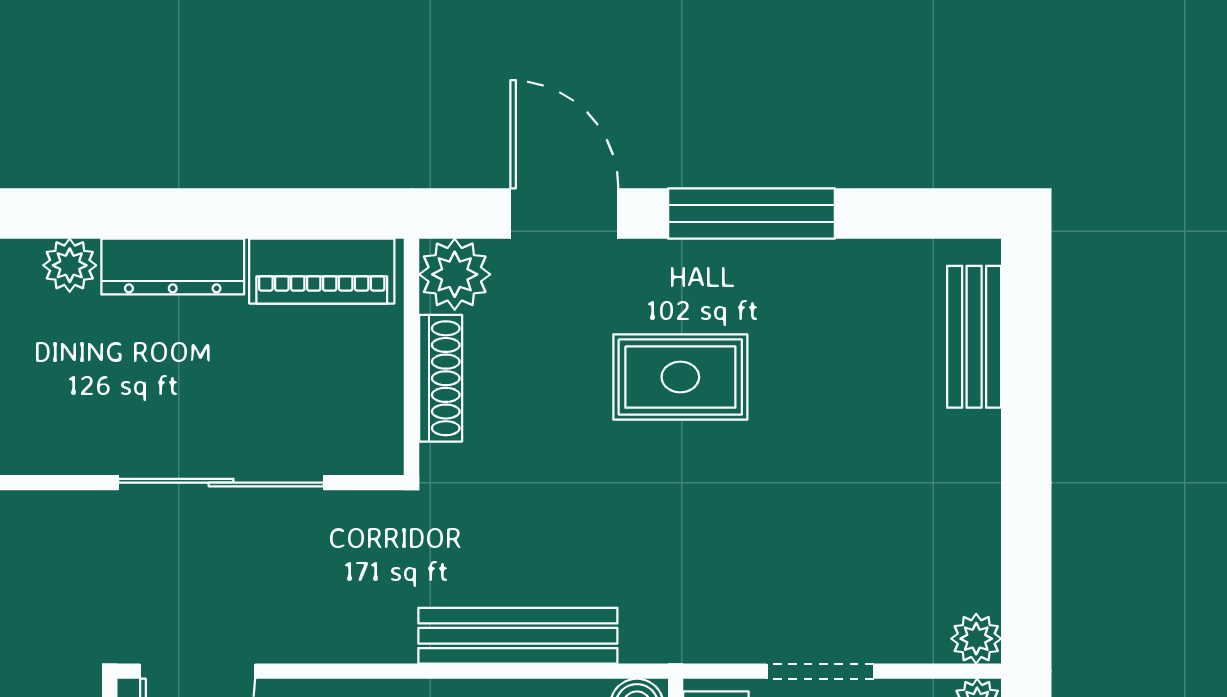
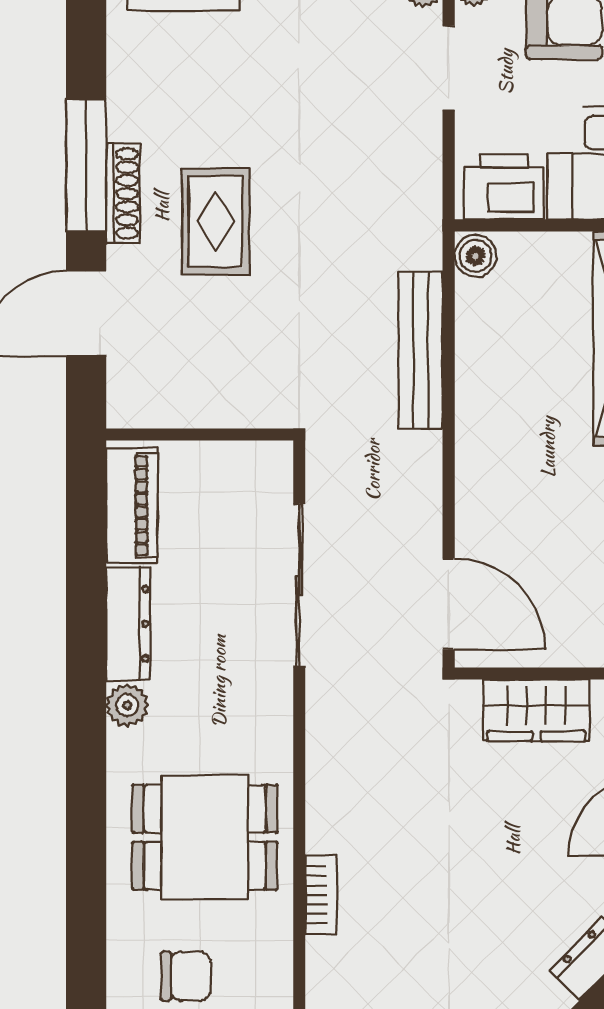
plant: (455, 274) -> (134, 400), removed
shoe rack: (441, 378) -> (123, 194), moved, turned 90
doorway: (820, 671) -> (449, 68), moved

